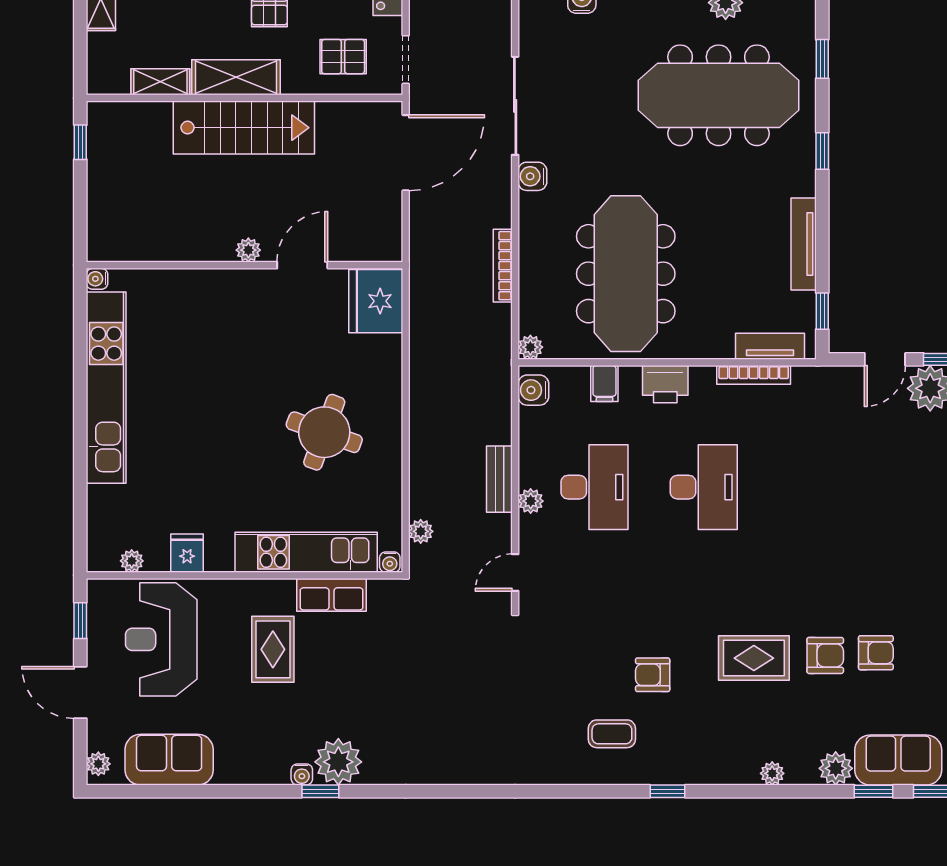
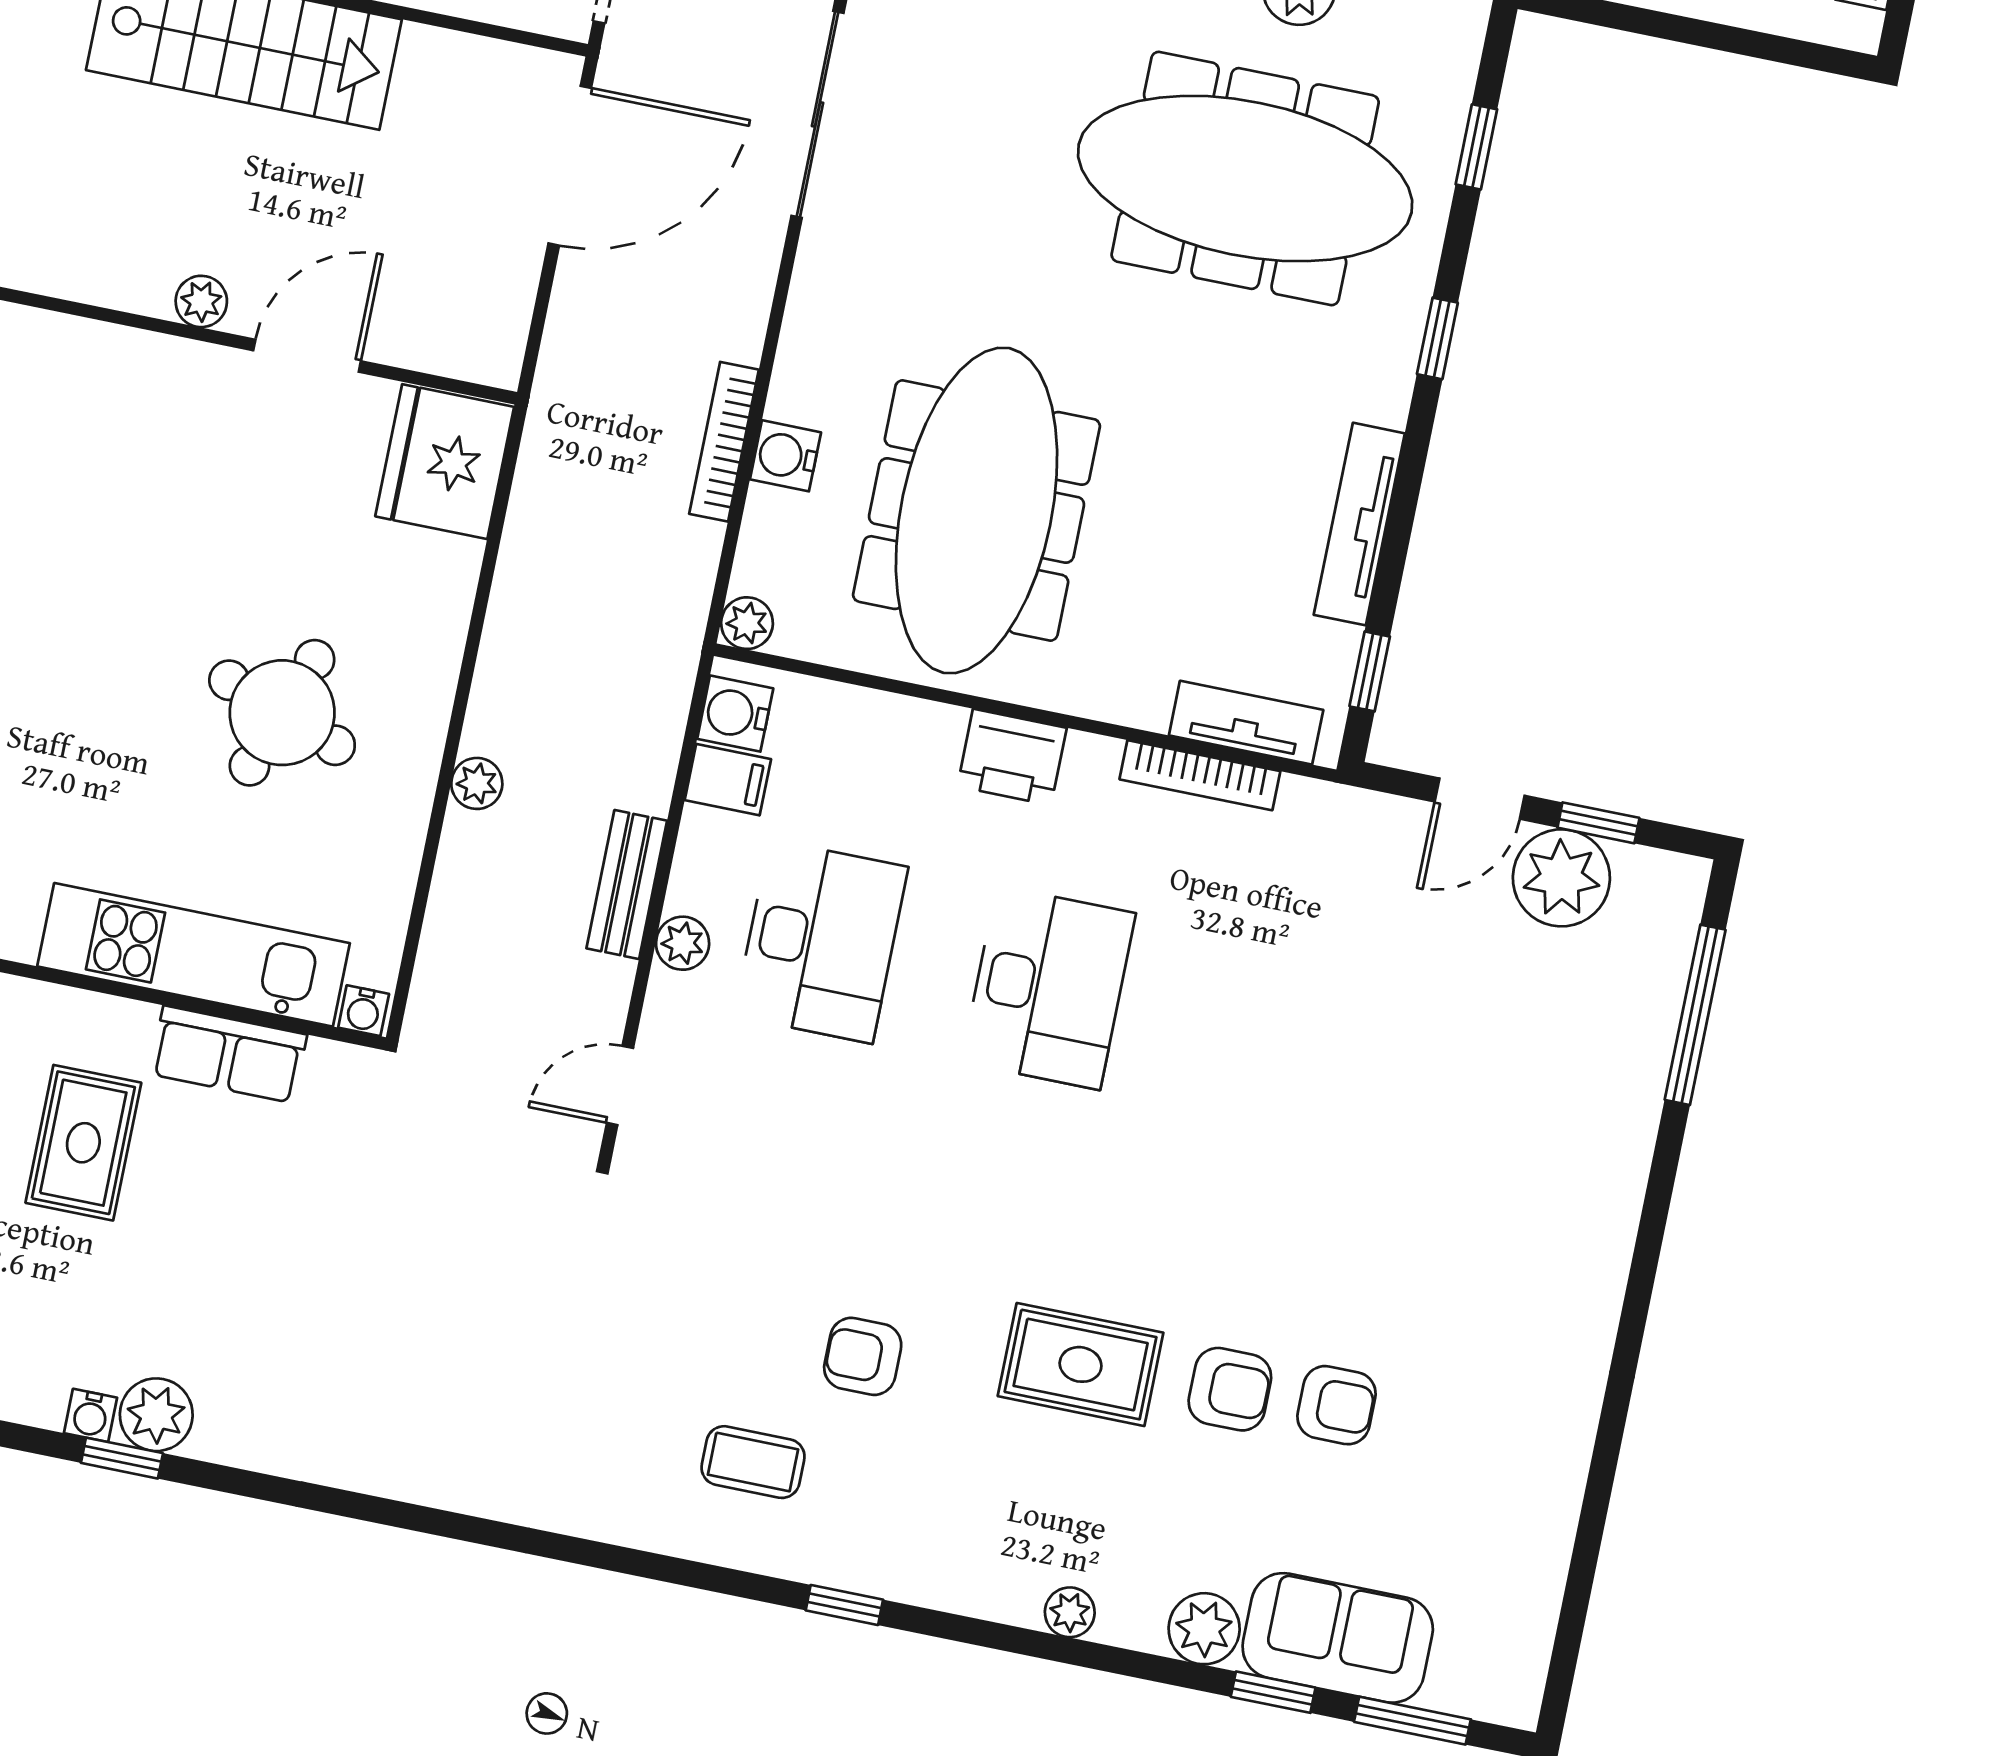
water cooler: (532, 176) -> (785, 456), moved
filing cabinet: (604, 384) -> (728, 780), moved, turned -90
plant: (421, 531) -> (477, 783), moved
plant: (338, 762) -> (156, 1415), width x0.73, depth x0.73

